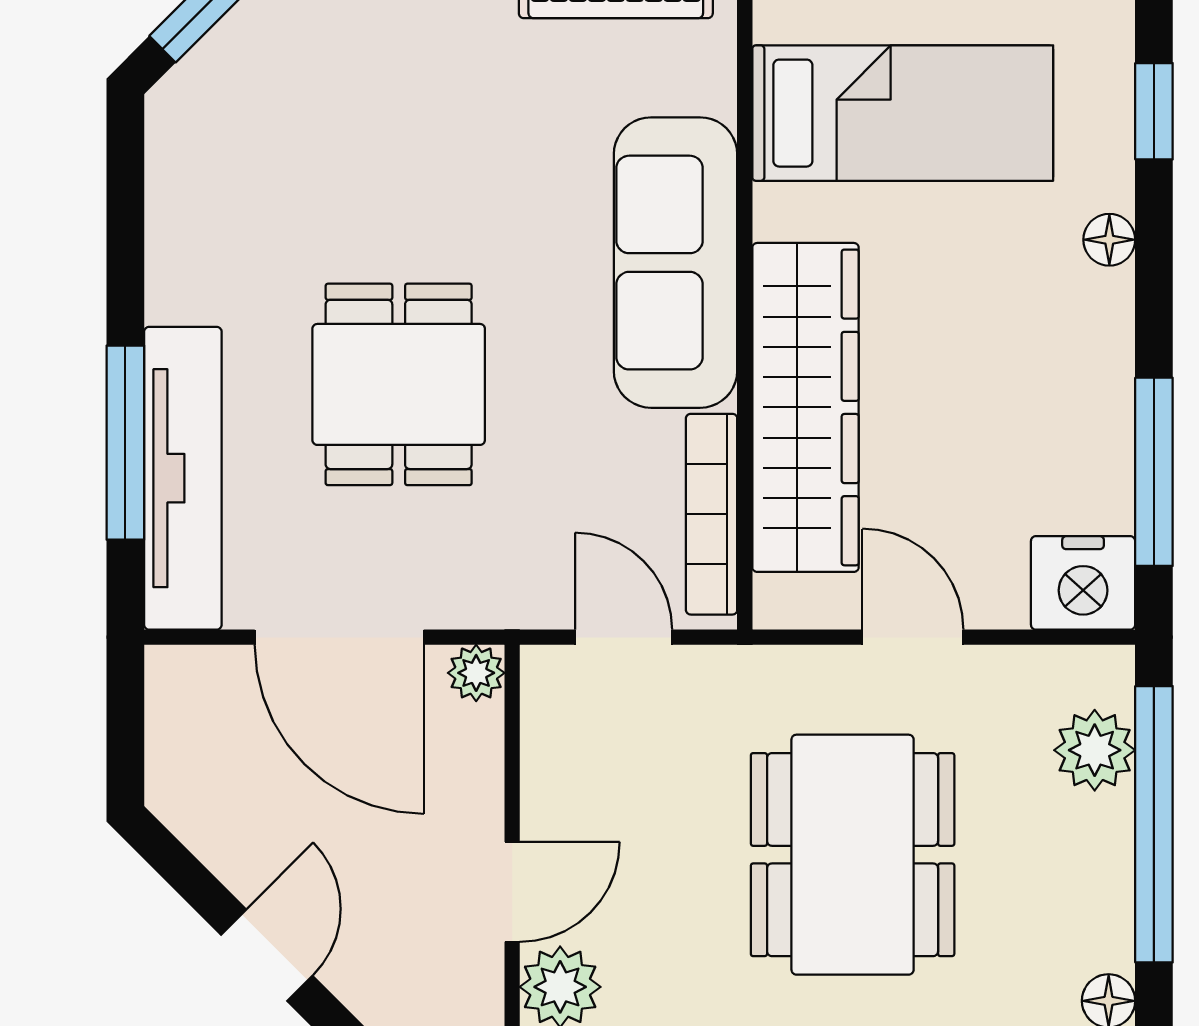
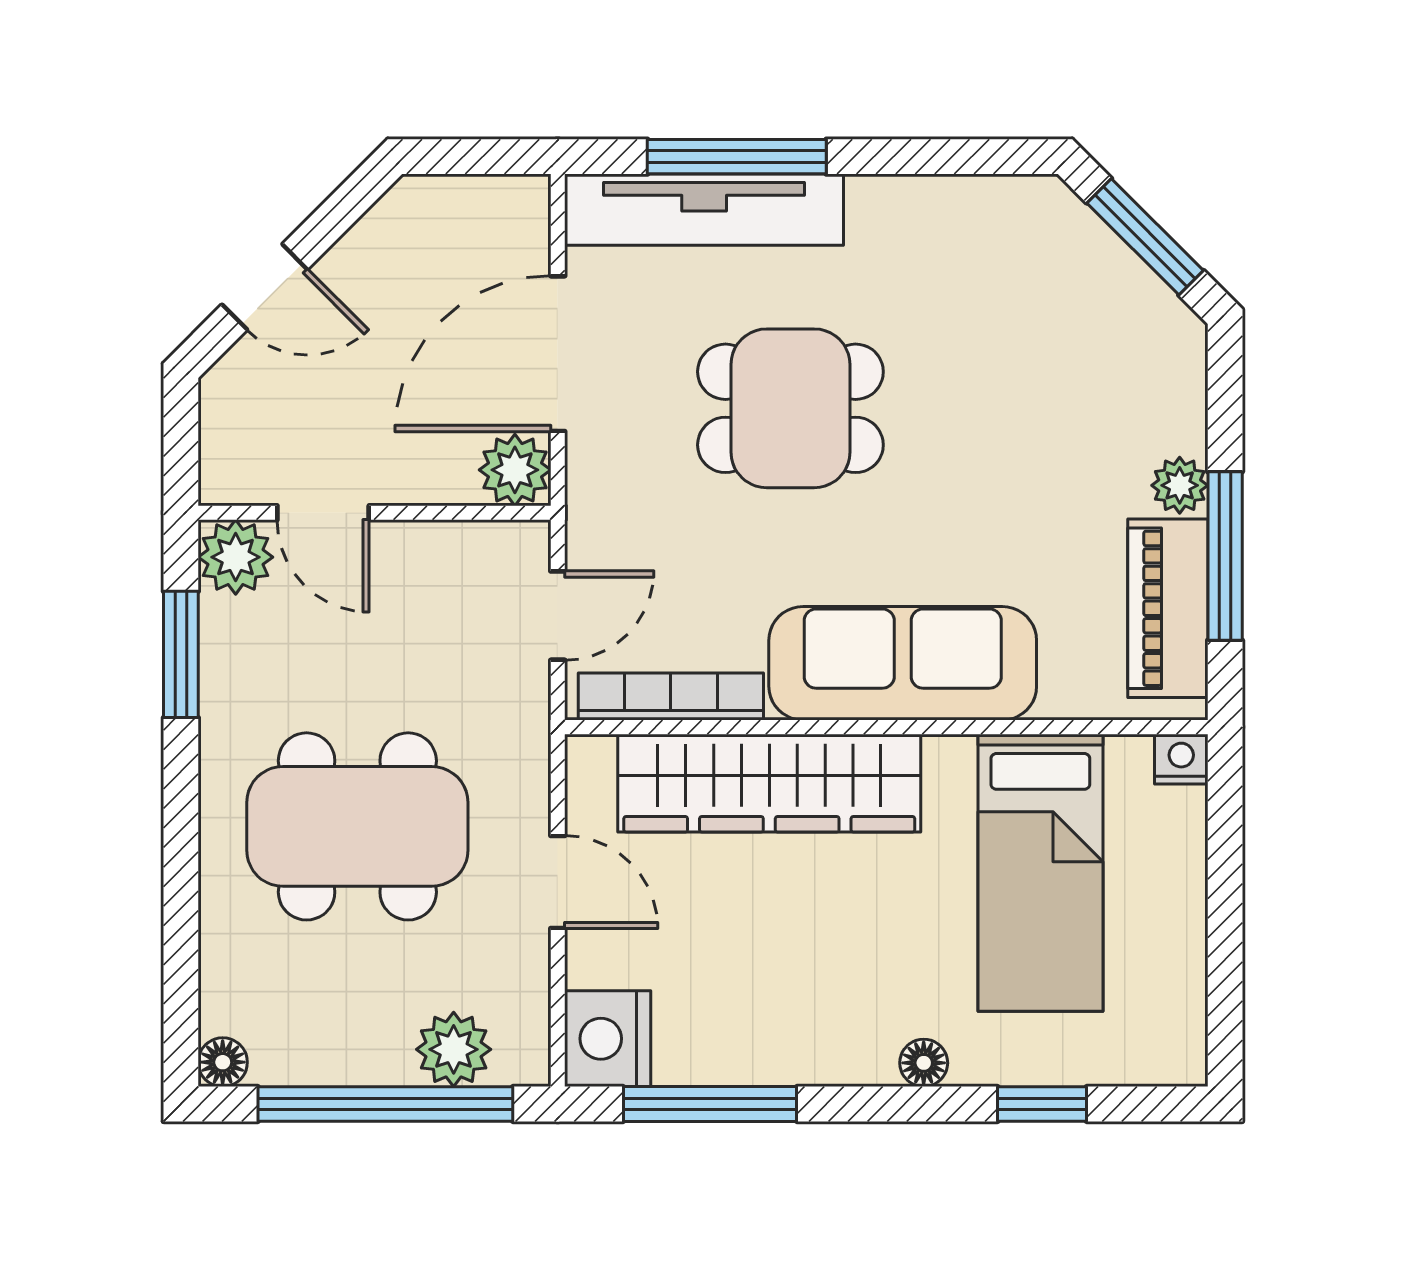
door: (913, 637) -> (558, 882), hinge flipped
plant: (476, 673) -> (515, 470), width x1.38, depth x1.38

